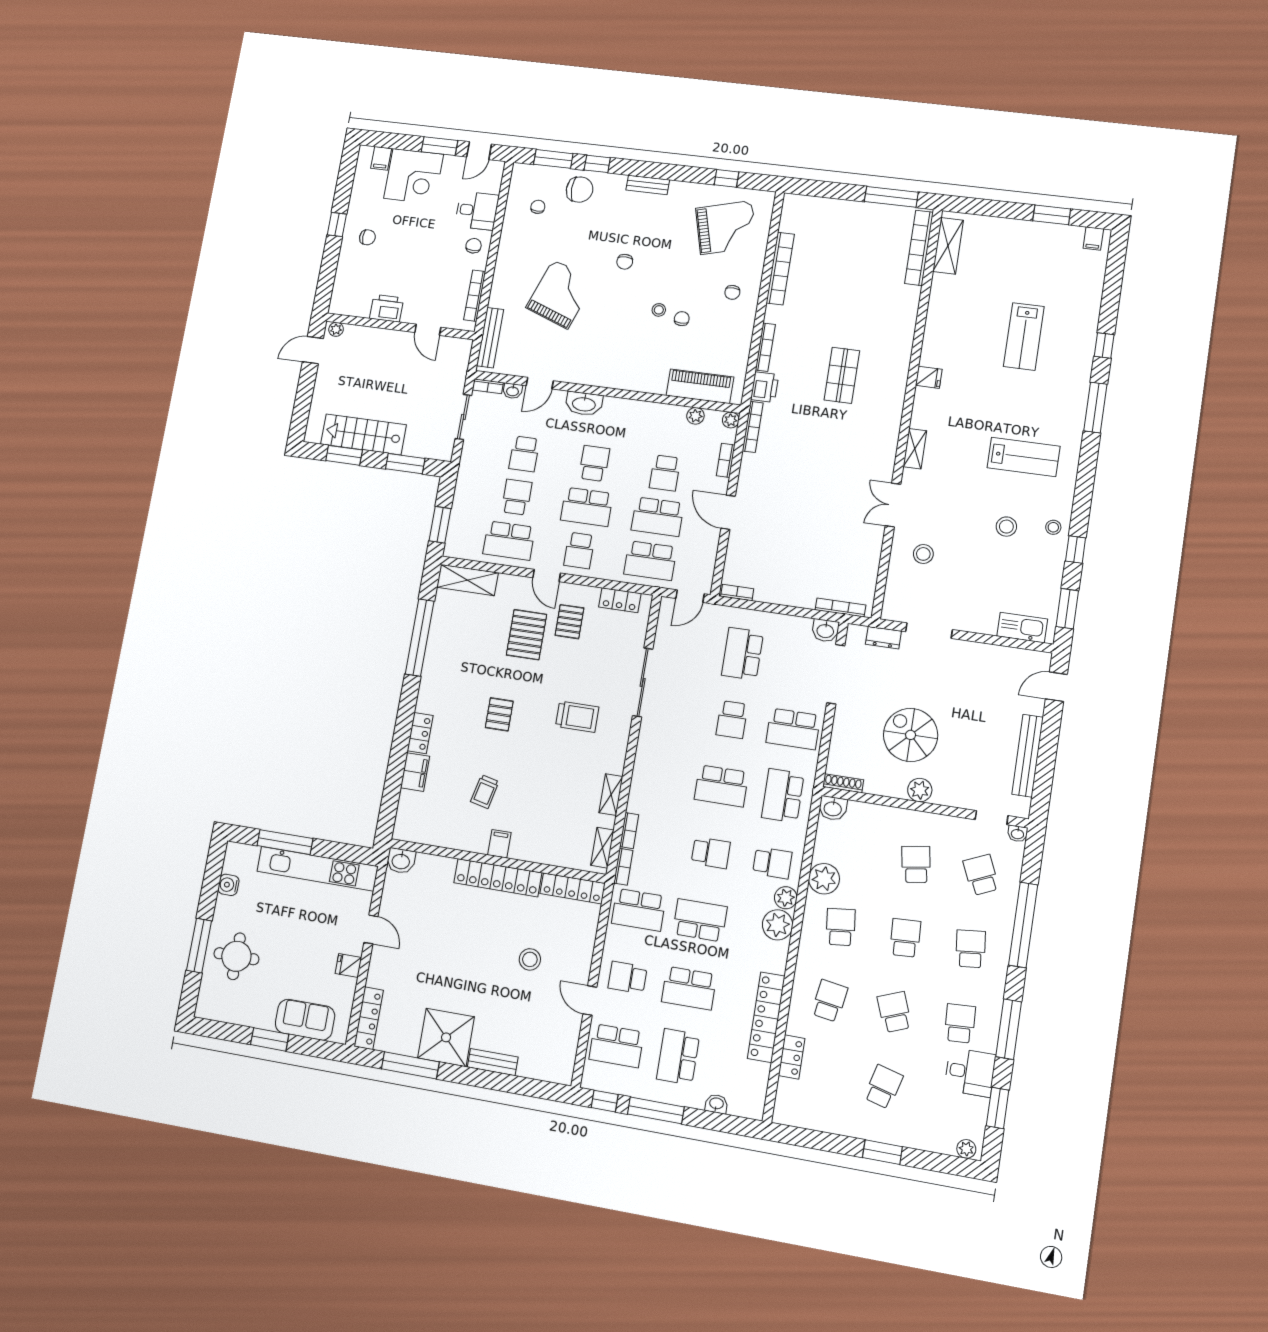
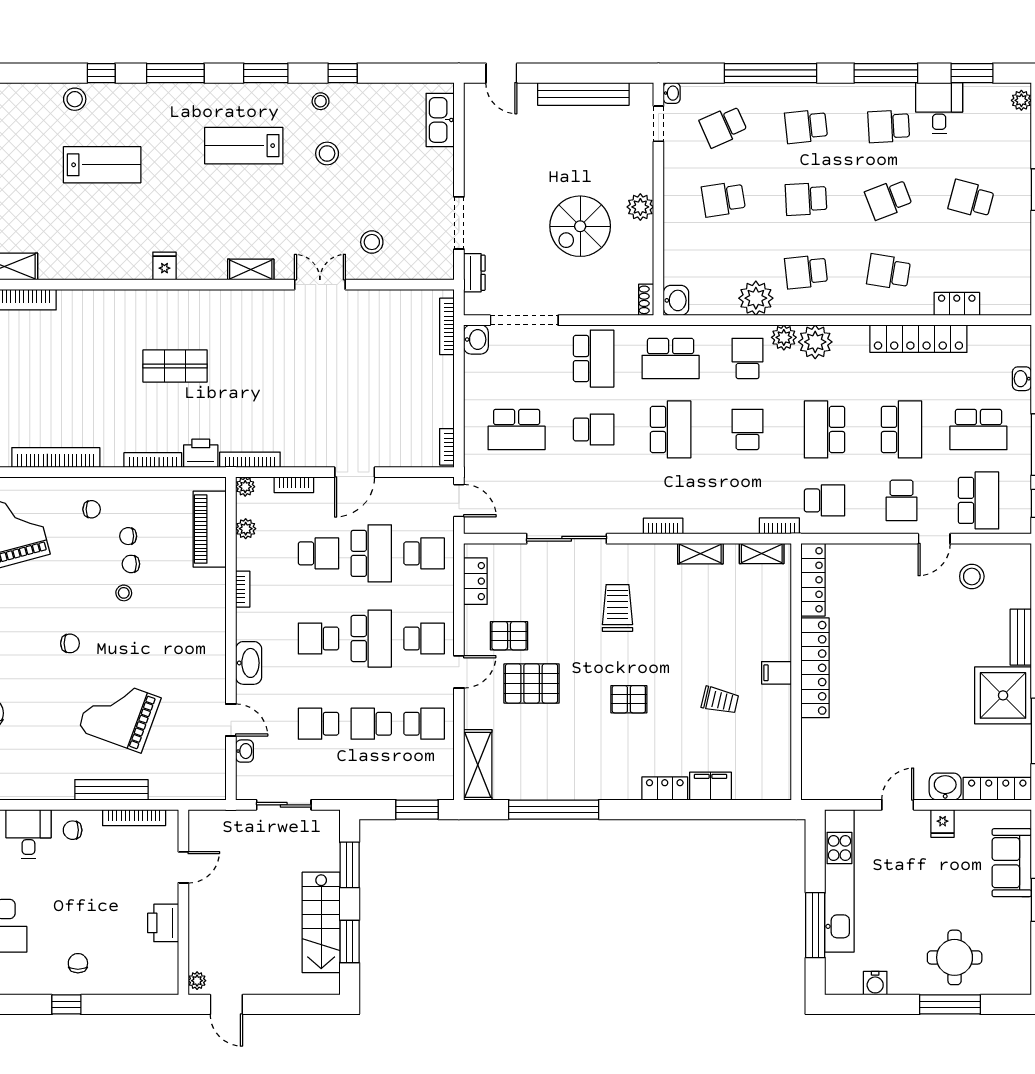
chair: (538, 207) -> (128, 536), moved
stool: (1084, 321) -> (75, 99), added
bench: (490, 338) -> (111, 790), moved
bookcase: (488, 386) -> (243, 589), moved
school desk: (524, 454) -> (318, 724), turned 180
lab bench: (1023, 457) -> (244, 146), turned -90
double door: (893, 505) -> (320, 285), swing flipped
school desk: (509, 541) -> (424, 724), width x0.54
school desk: (650, 561) -> (424, 553), width x0.54
window: (1067, 609) -> (266, 73), moved
shoe rack: (843, 783) -> (646, 300), width x0.70
bookcase: (629, 831) -> (663, 526), moved
washbasin: (401, 861) -> (945, 787), moved, turned -90
school desk: (639, 910) -> (825, 500), width x0.54
stool: (530, 959) -> (972, 576), moved

